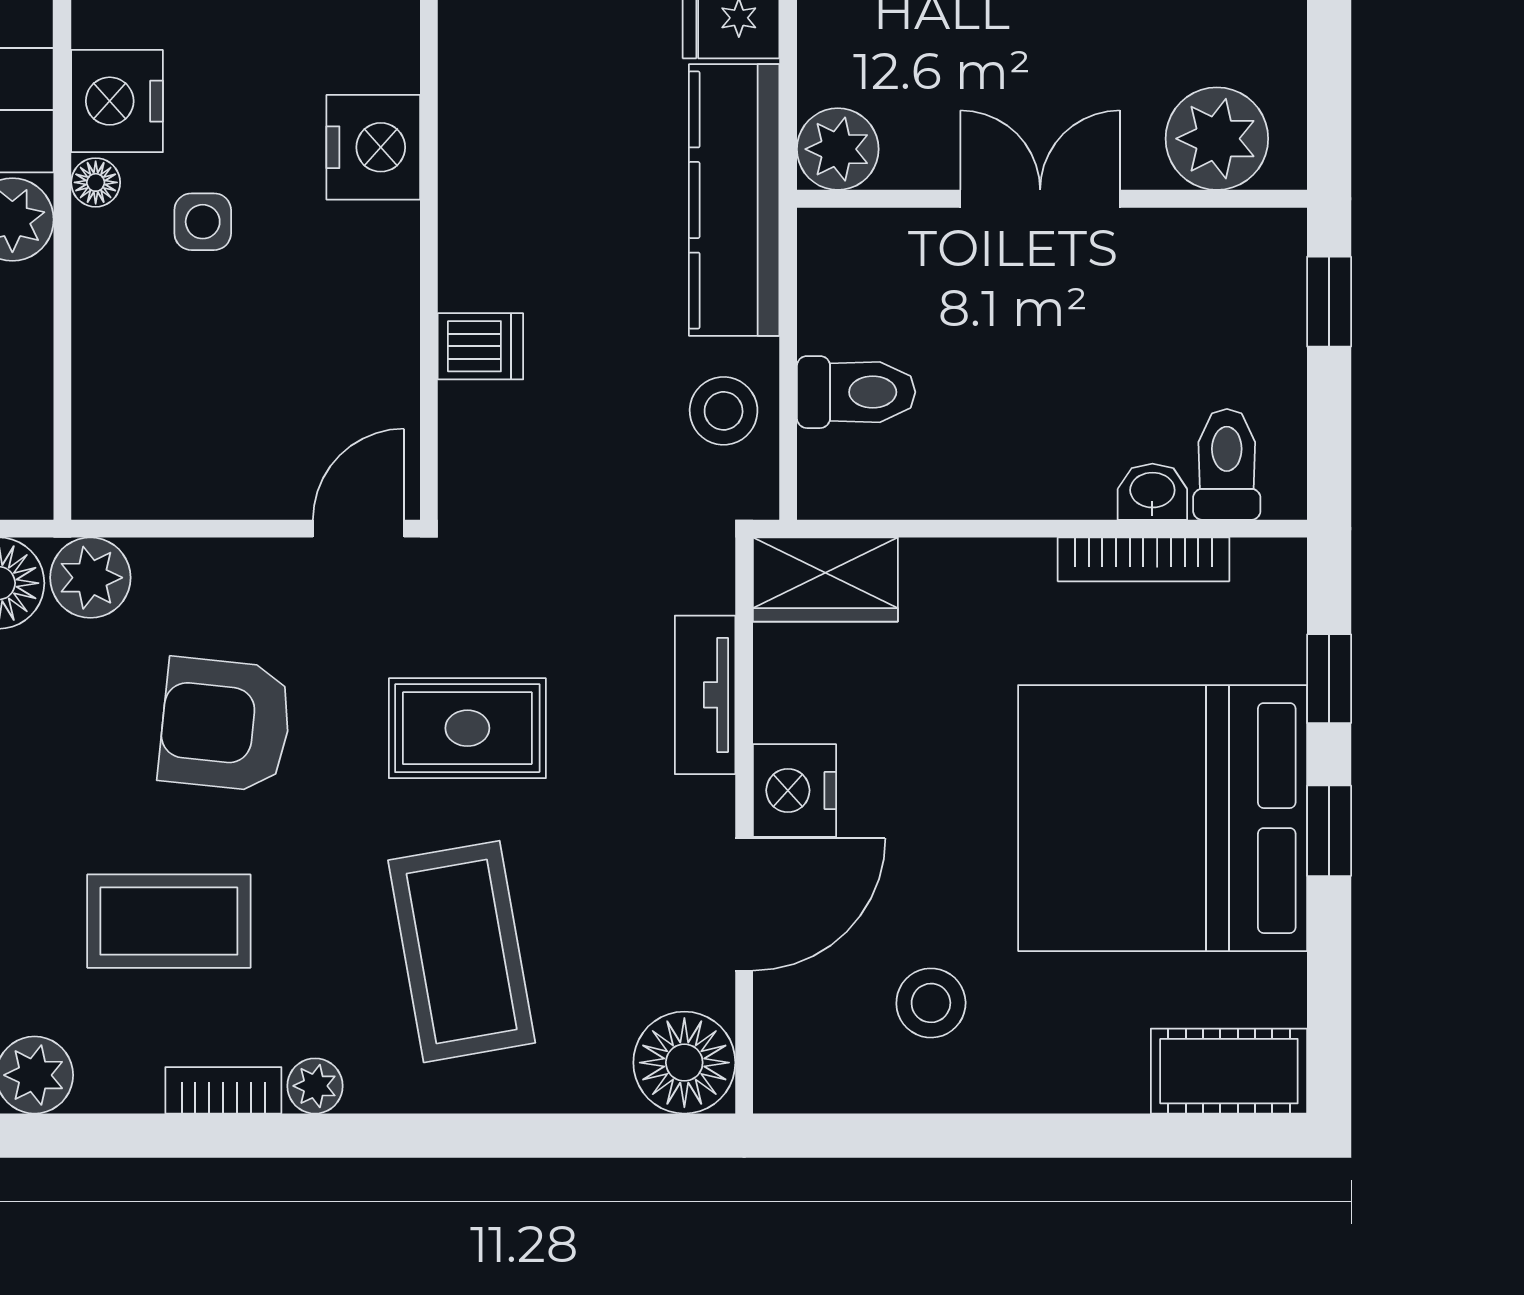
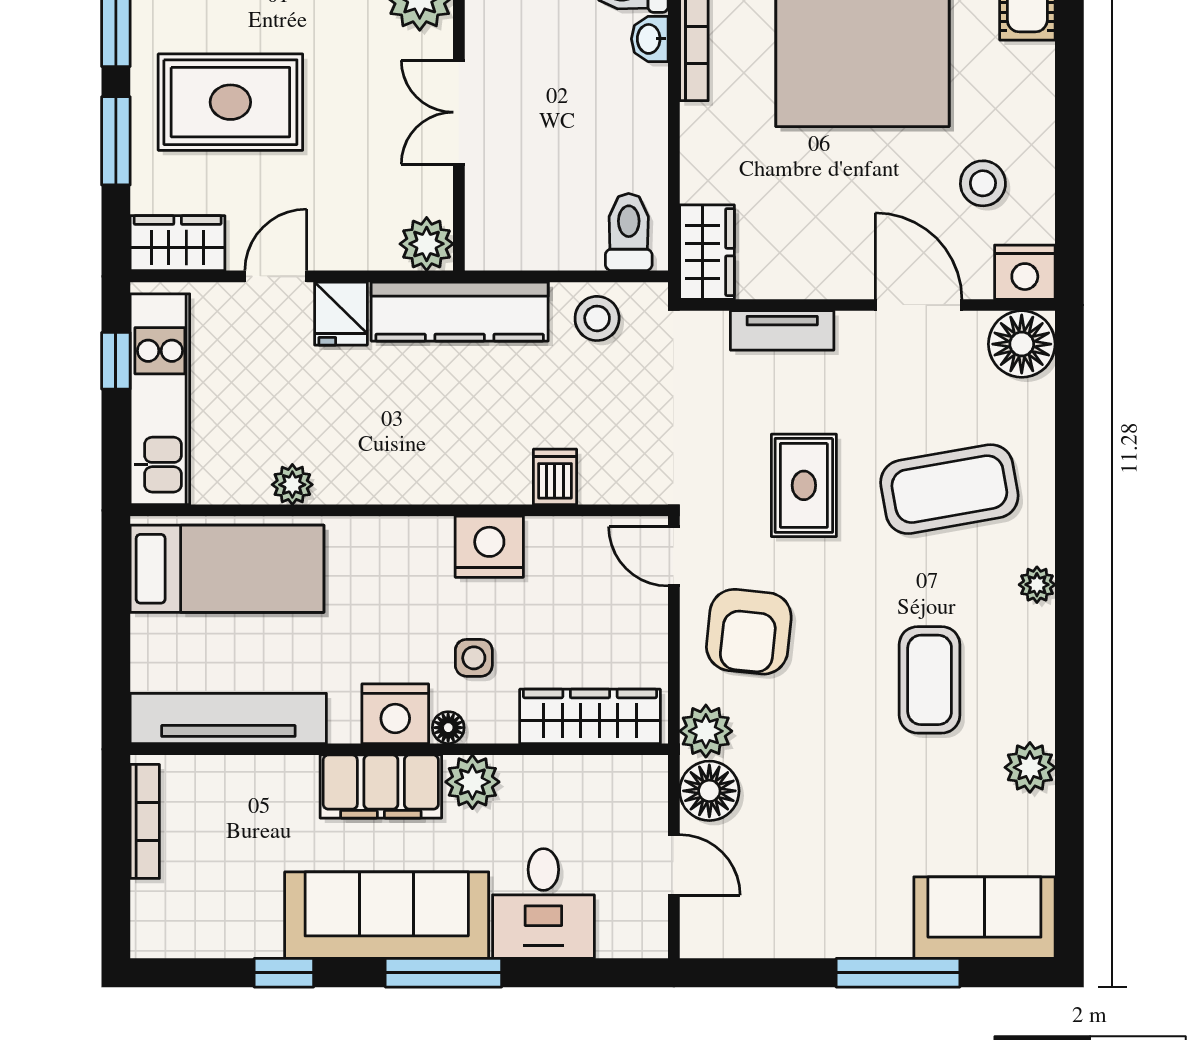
nightstand: (373, 147) -> (489, 547), moved
toilet: (856, 392) -> (629, 232), moved
wardrobe: (113, 400) -> (590, 716), added
armchair: (225, 725) -> (749, 632), moved
nightstand: (795, 790) -> (1025, 272), moved
bookcase: (223, 1090) -> (1040, 644), removed

